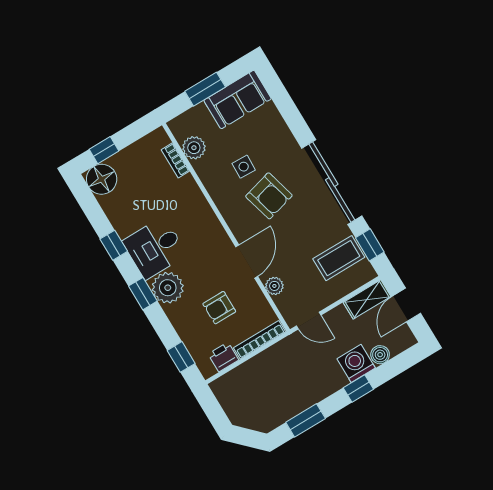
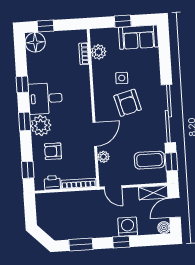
window: (205, 89) -> (123, 21), width x0.67
armchair: (219, 308) -> (53, 151), moved
boiler: (380, 355) -> (164, 228), moved

